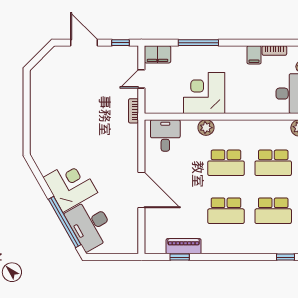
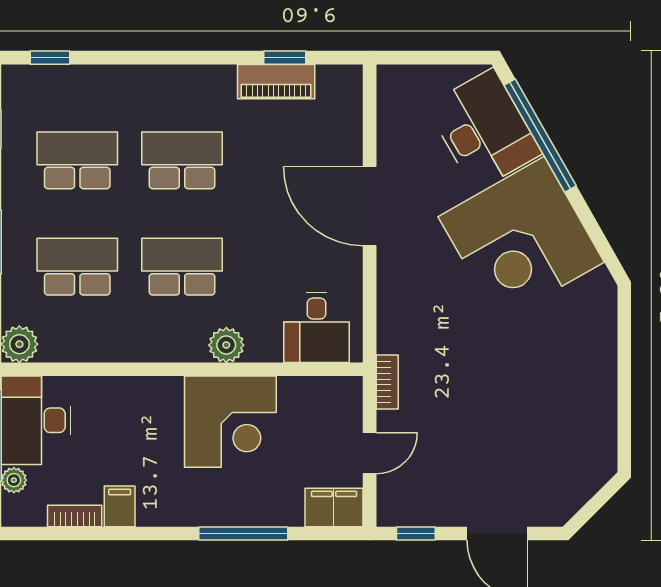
corner desk: (70, 185) -> (521, 239), width x1.36, depth x1.36

